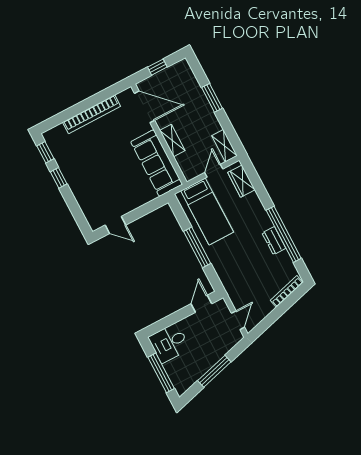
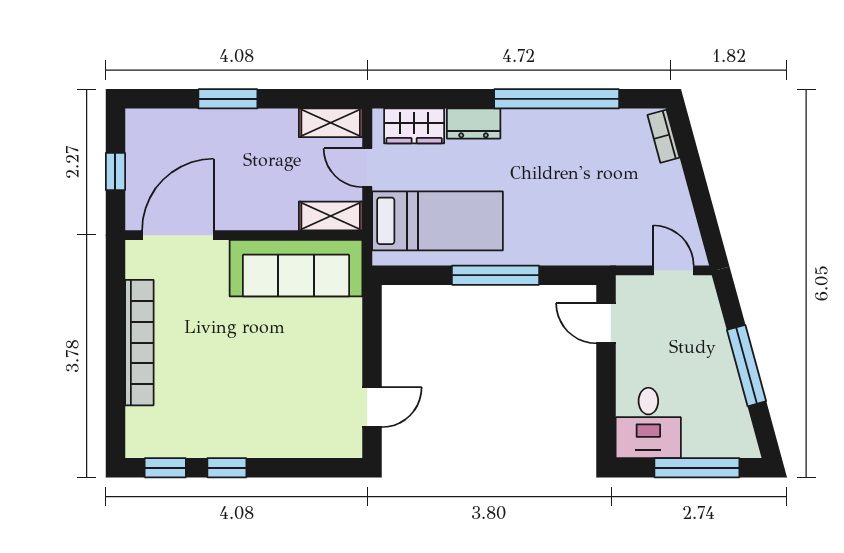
shelving: (172, 141) -> (331, 216), moved
dresser: (274, 241) -> (474, 124), moved
bookcase: (287, 291) -> (664, 136), width x0.64

